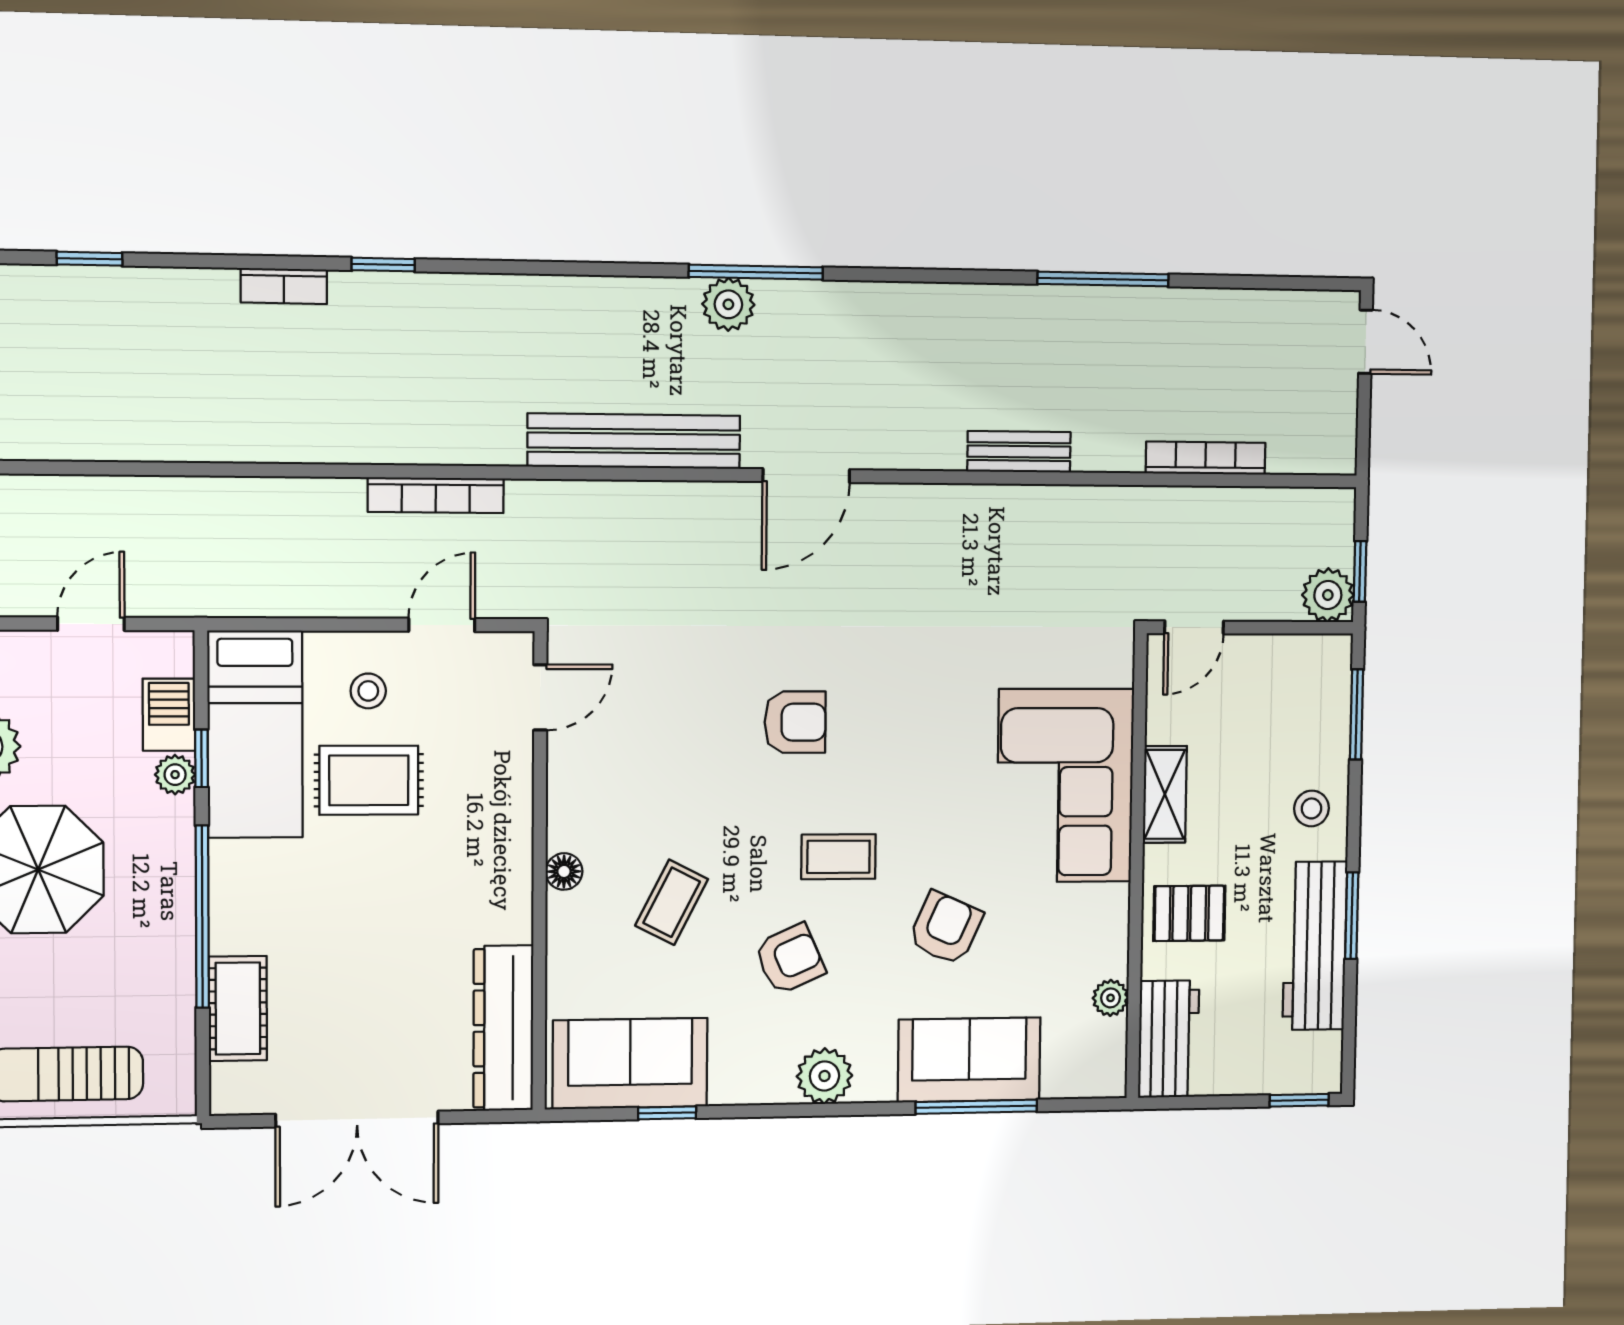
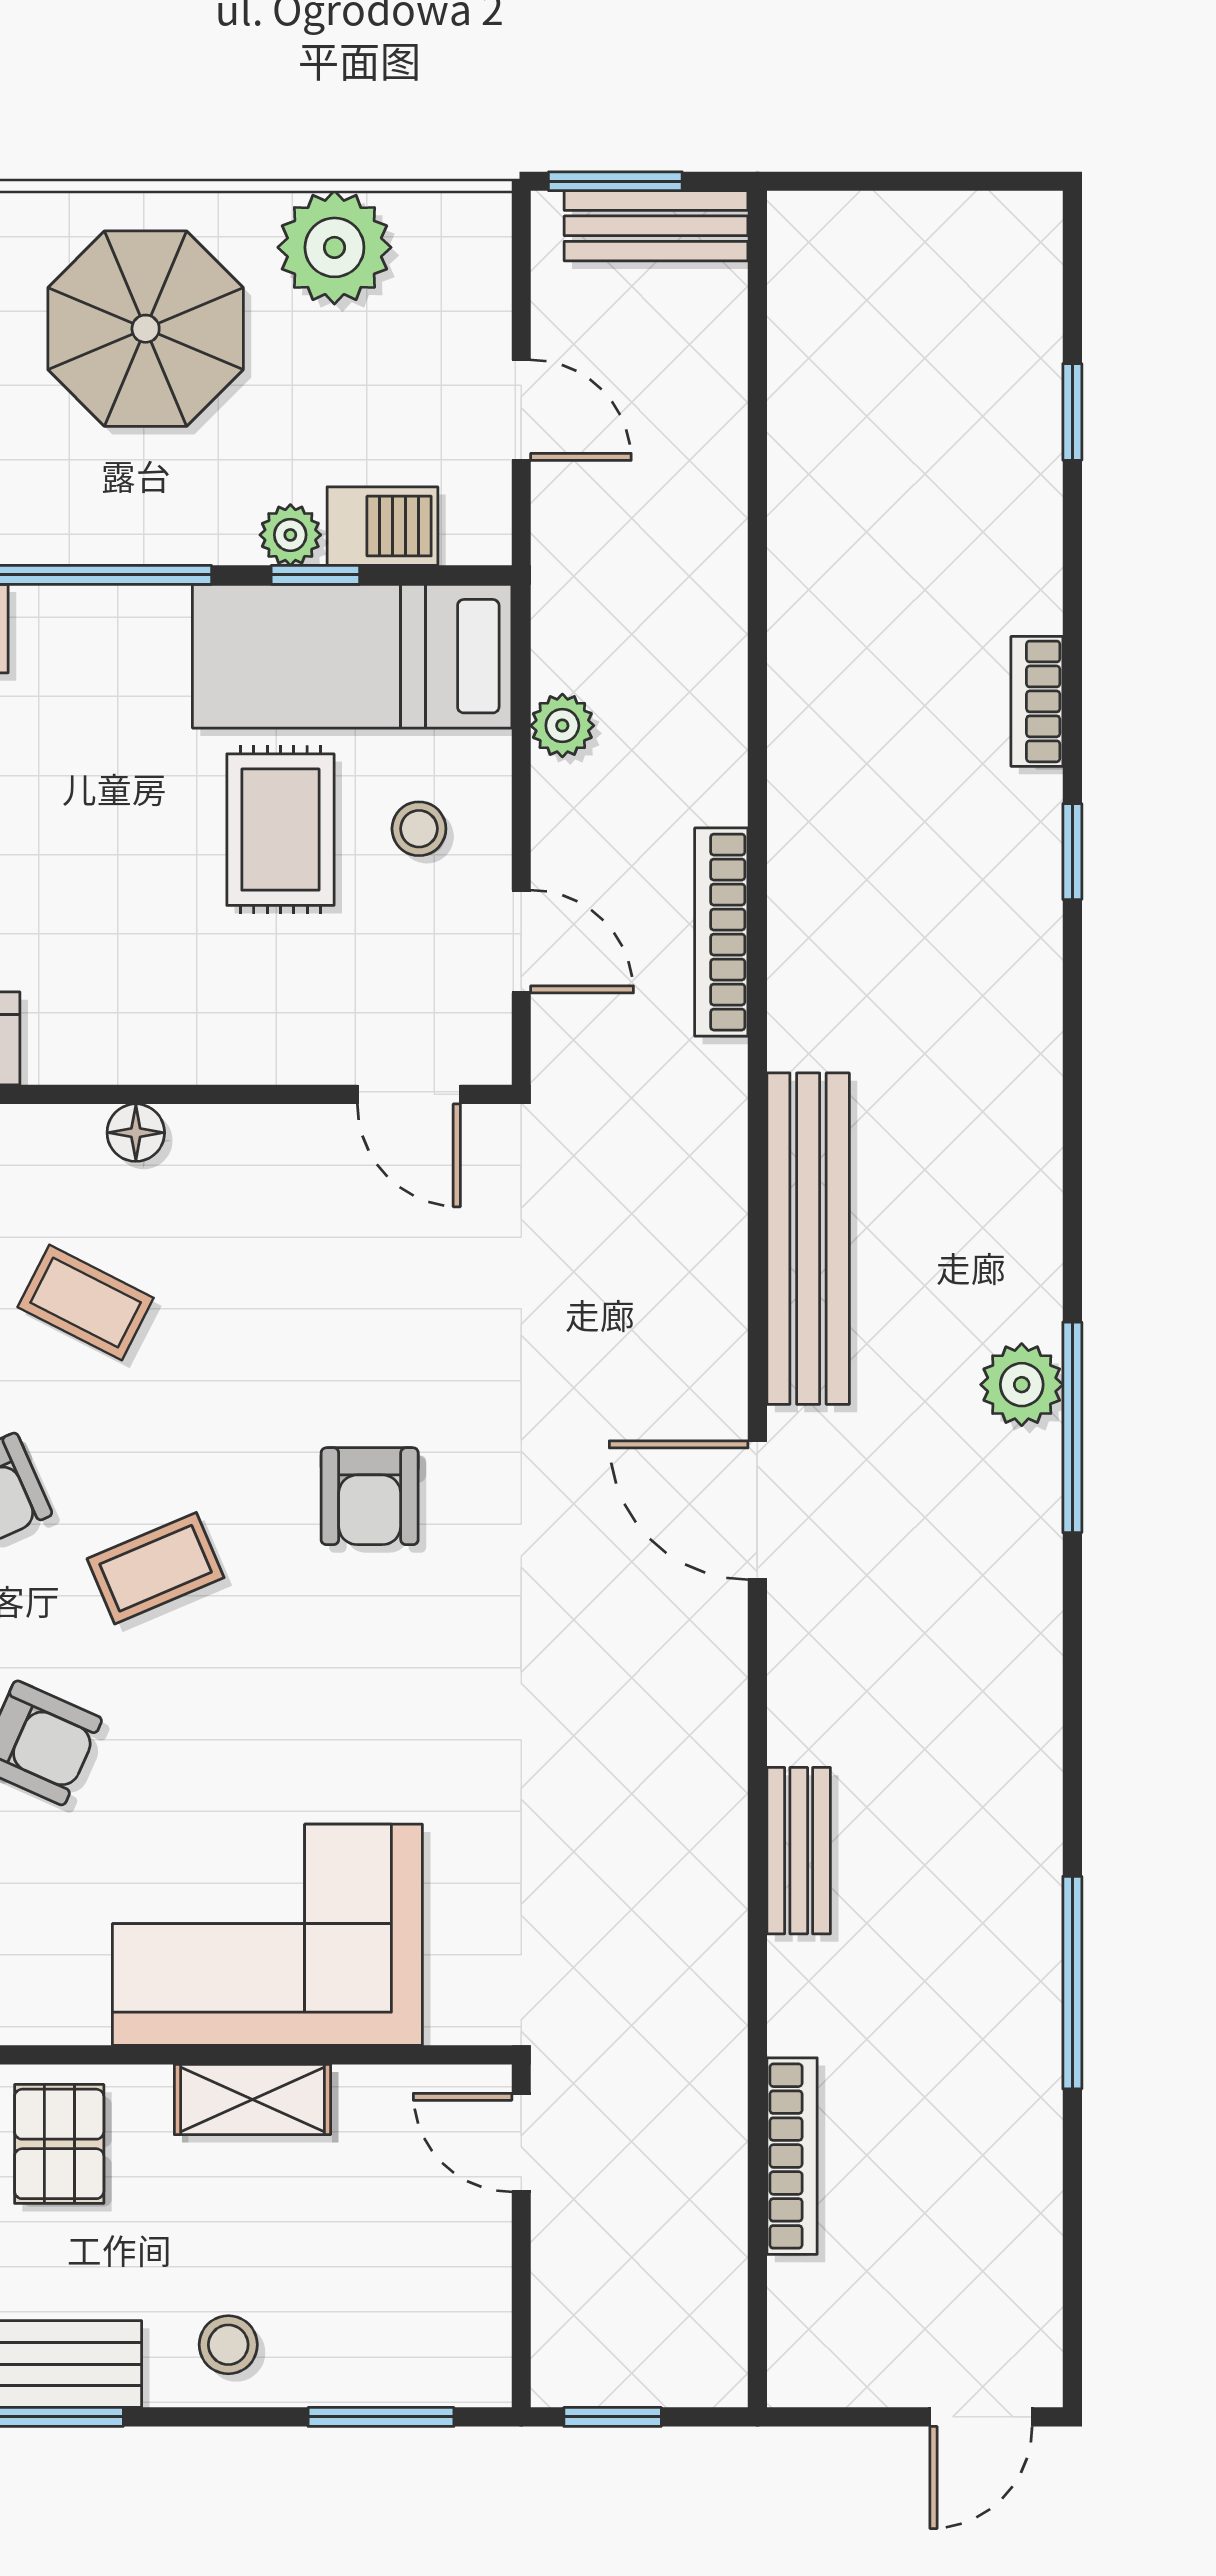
plant: (1328, 595) -> (562, 726), moved, width x0.73, depth x0.73
coffee table: (838, 857) -> (156, 1568), turned 67

